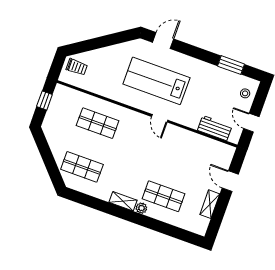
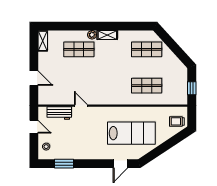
lab bench: (156, 81) -> (131, 133), moved
door: (160, 118) -> (81, 106), moved
shelving: (210, 204) -> (43, 41), moved

